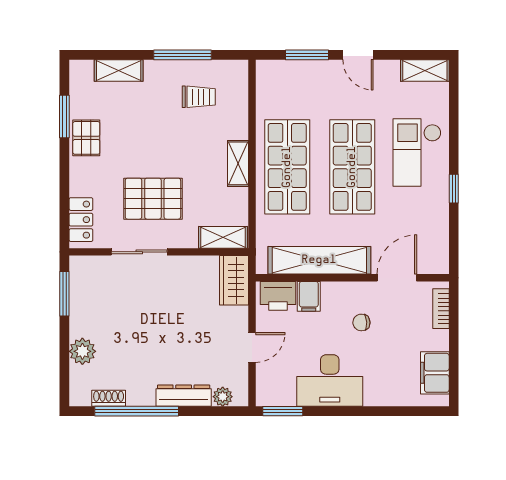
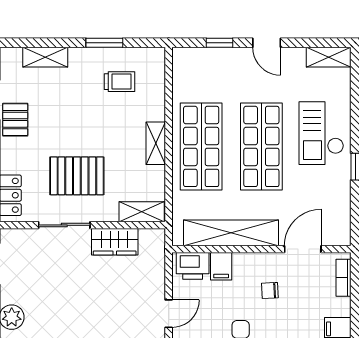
window: (183, 55) -> (104, 43), width x0.69
window: (307, 55) -> (220, 43), width x0.67
wardrobe: (234, 280) -> (115, 242), moved, turned -90

